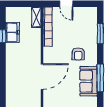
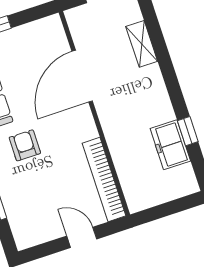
shelving: (36, 17) -> (142, 44), moved

